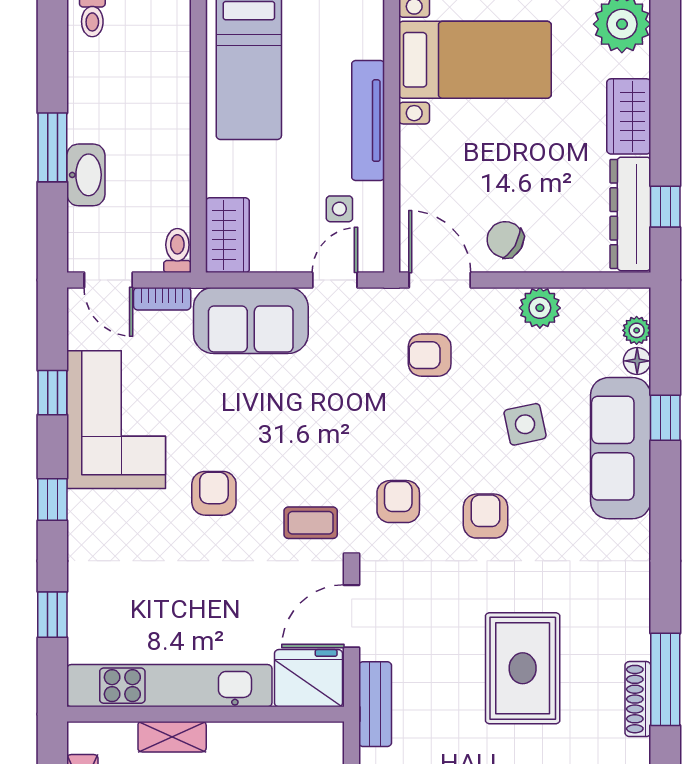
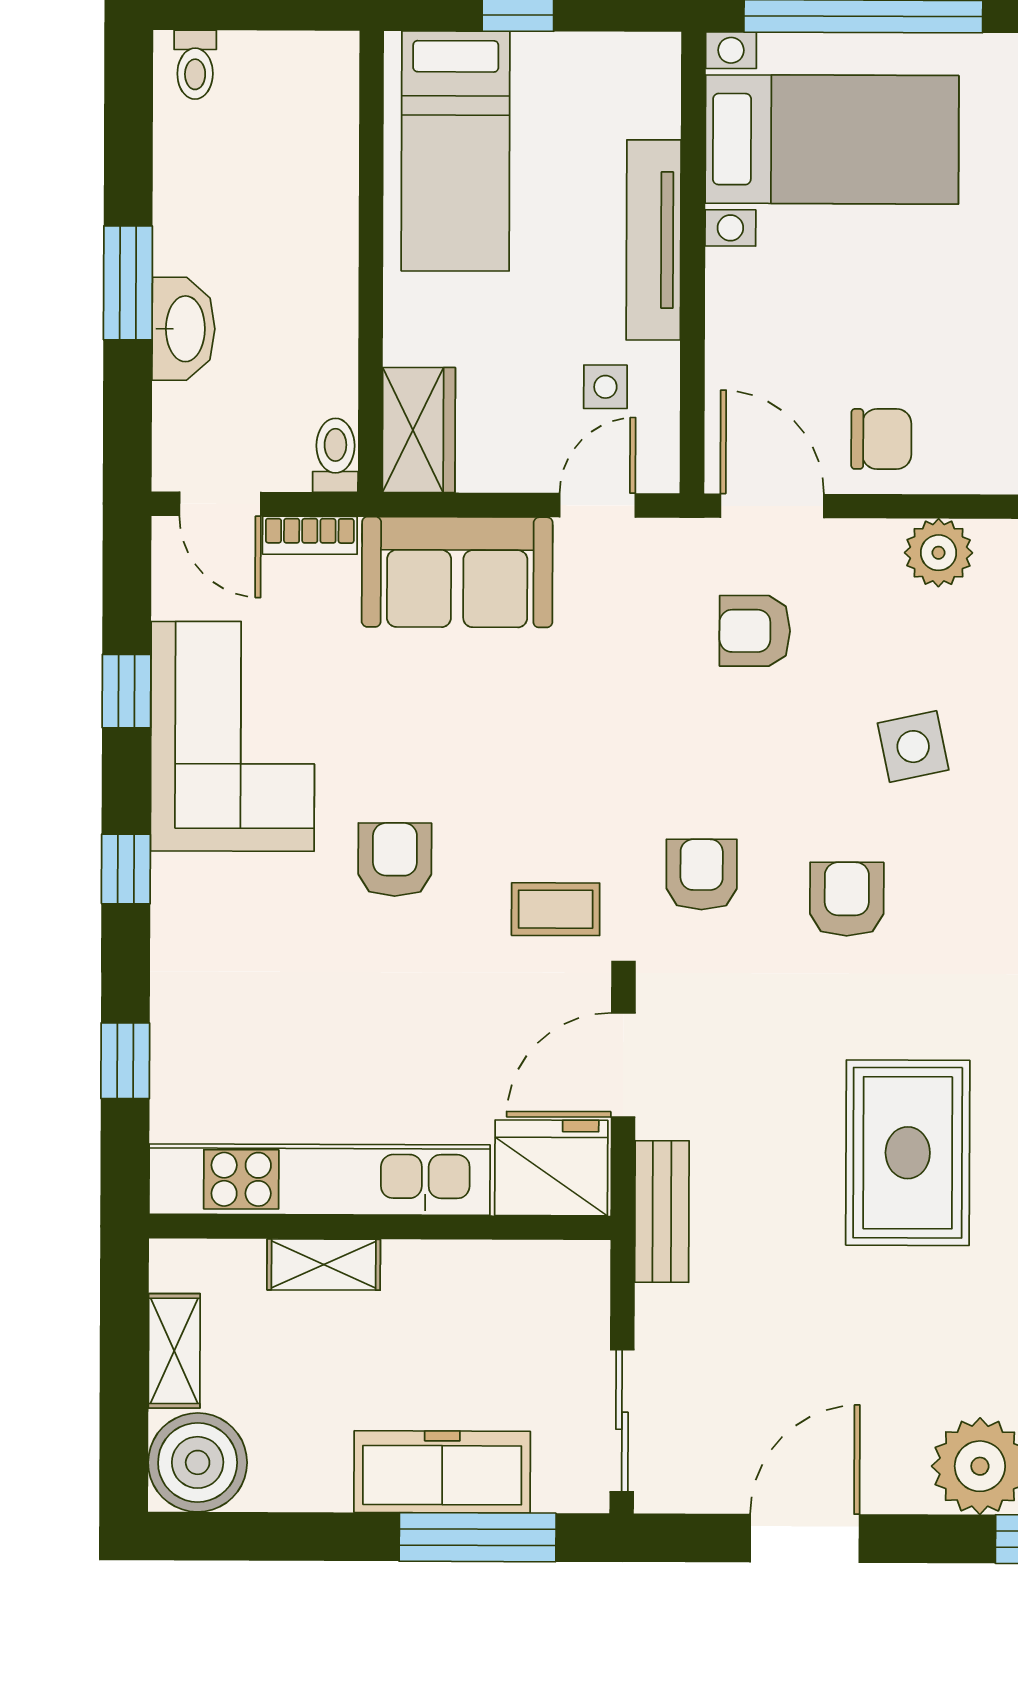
chair: (505, 240) -> (881, 439), turned 150

